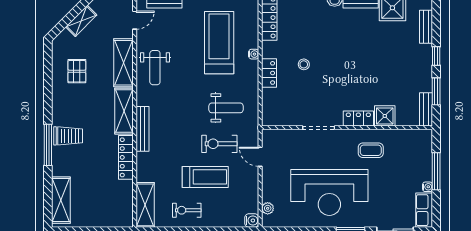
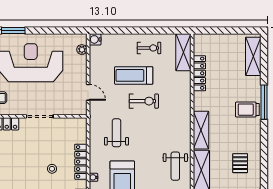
weight bench: (155, 68) -> (175, 166), turned 180
locker: (269, 73) -> (81, 162), width x1.53
weight bench: (226, 108) -> (116, 133), turned 90
bench: (143, 129) -> (186, 115), removed
exercise bike: (219, 144) -> (144, 101), moved
locker: (126, 157) -> (199, 73), moved

